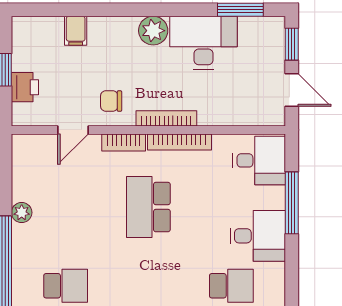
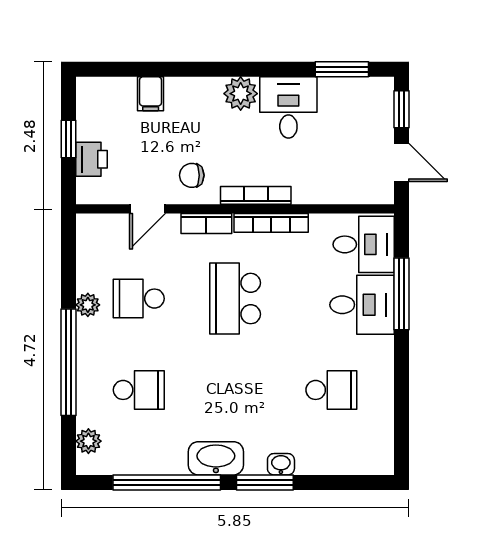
desk: (203, 43) -> (288, 107), width x0.73
school desk: (66, 207) -> (139, 299), added
desk: (258, 236) -> (362, 305), moved

